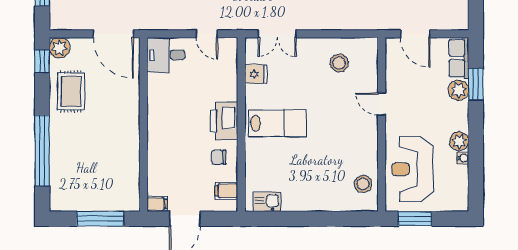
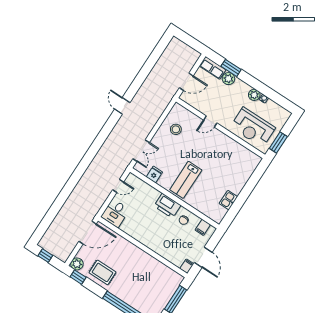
lab bench: (277, 123) -> (186, 180), turned 180
stool: (363, 184) -> (244, 157), removed
kitchen sink: (267, 202) -> (228, 200), moved

